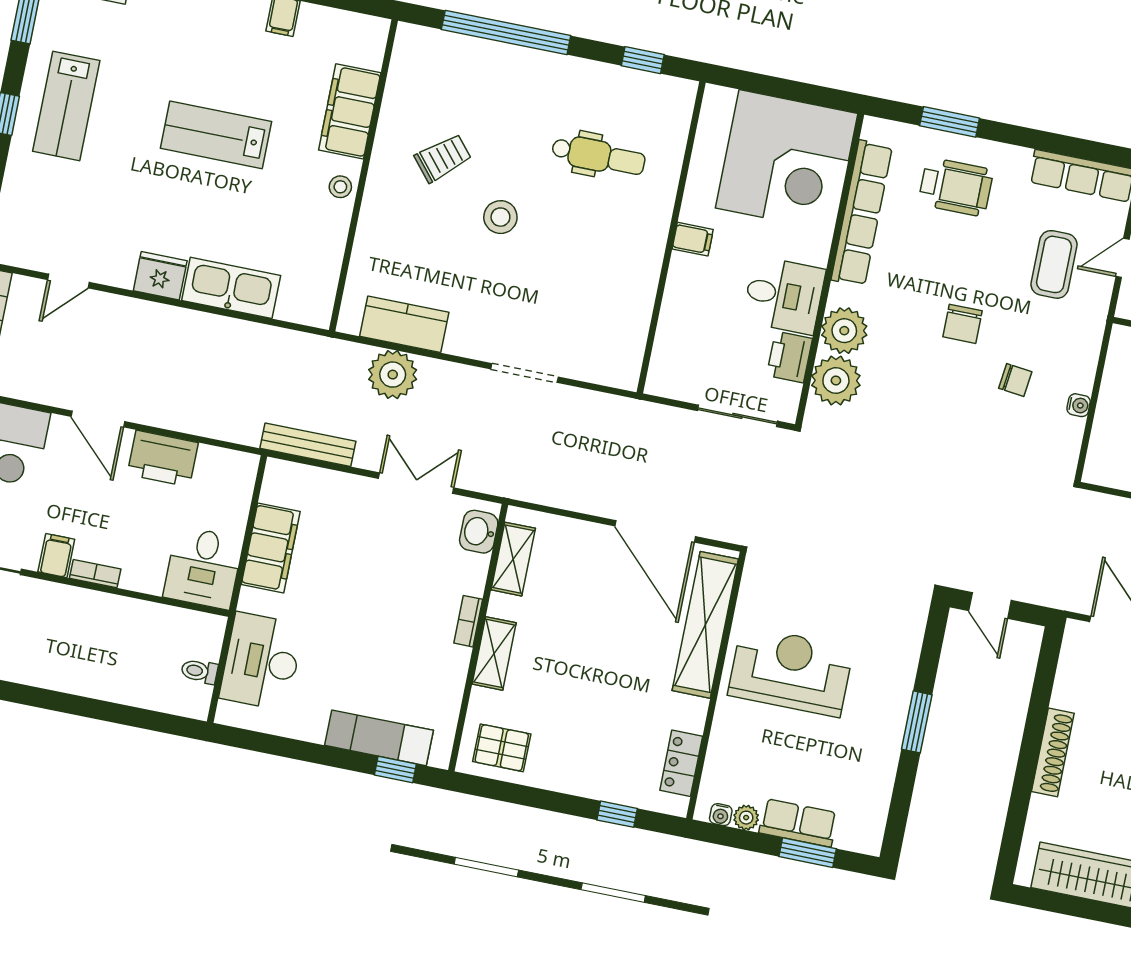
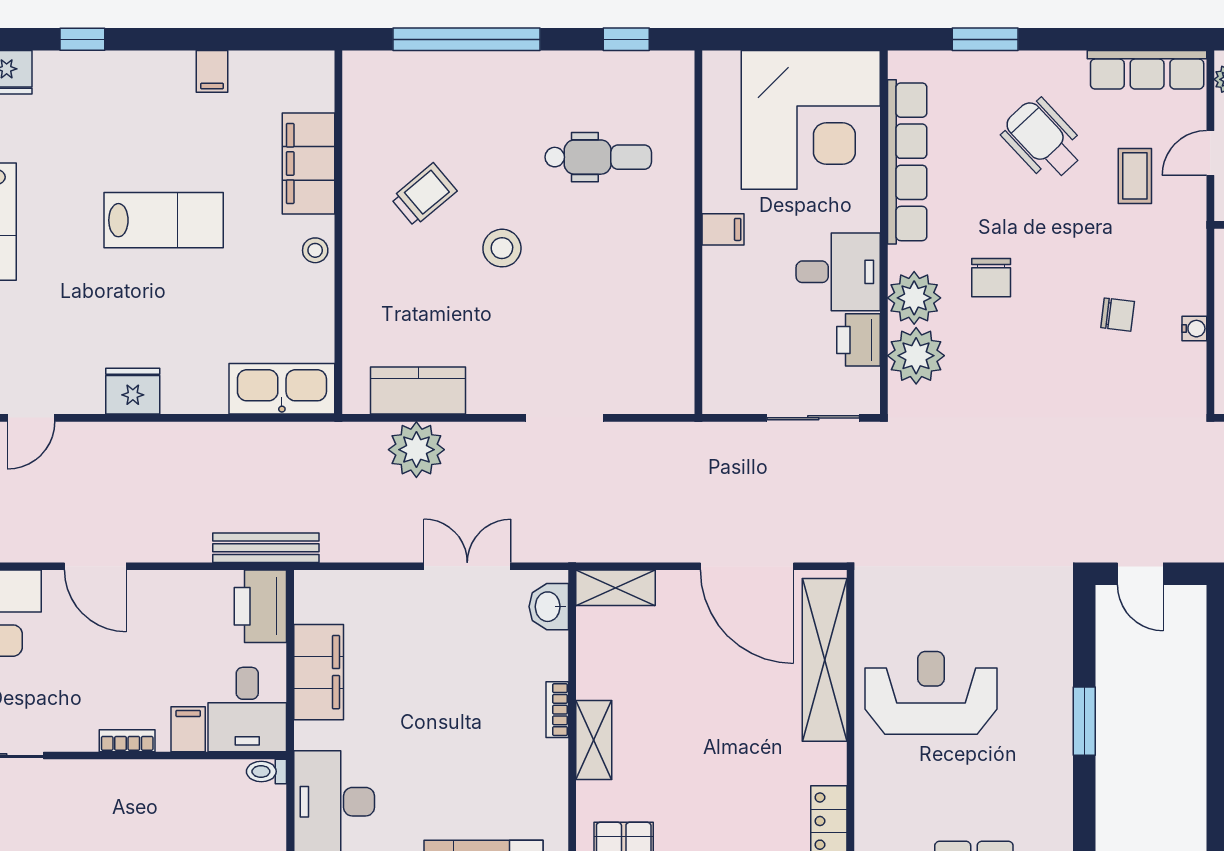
lab bench: (216, 135) -> (164, 220), turned 180
wheelchair: (956, 187) -> (1043, 140), moved, turned -133
coffee table: (1054, 264) -> (1135, 176), width x0.73, depth x0.77
kitchen sink: (231, 288) -> (282, 389), moved
chair: (962, 324) -> (991, 278), moved
bench: (308, 445) -> (266, 548), moved
printer: (163, 459) -> (260, 606), moved, turned 90
filing cabinet: (56, 556) -> (188, 729), moved
shelving: (513, 559) -> (616, 588), moved, turned 90
toilet: (199, 671) -> (267, 771), moved

